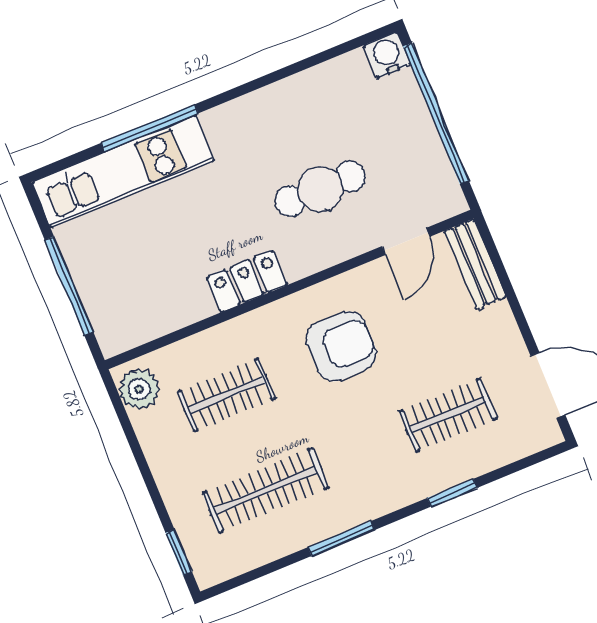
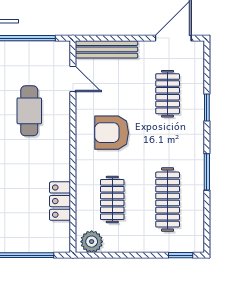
bench: (475, 264) -> (106, 49), width x1.36
locker: (247, 281) -> (60, 201), moved
armchair: (341, 346) -> (112, 133), turned -90

